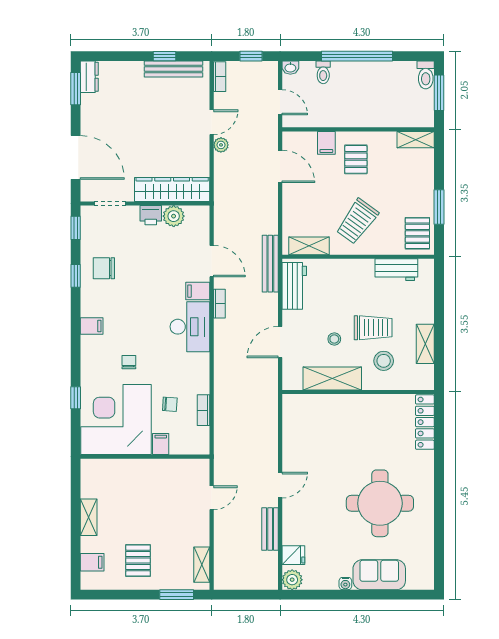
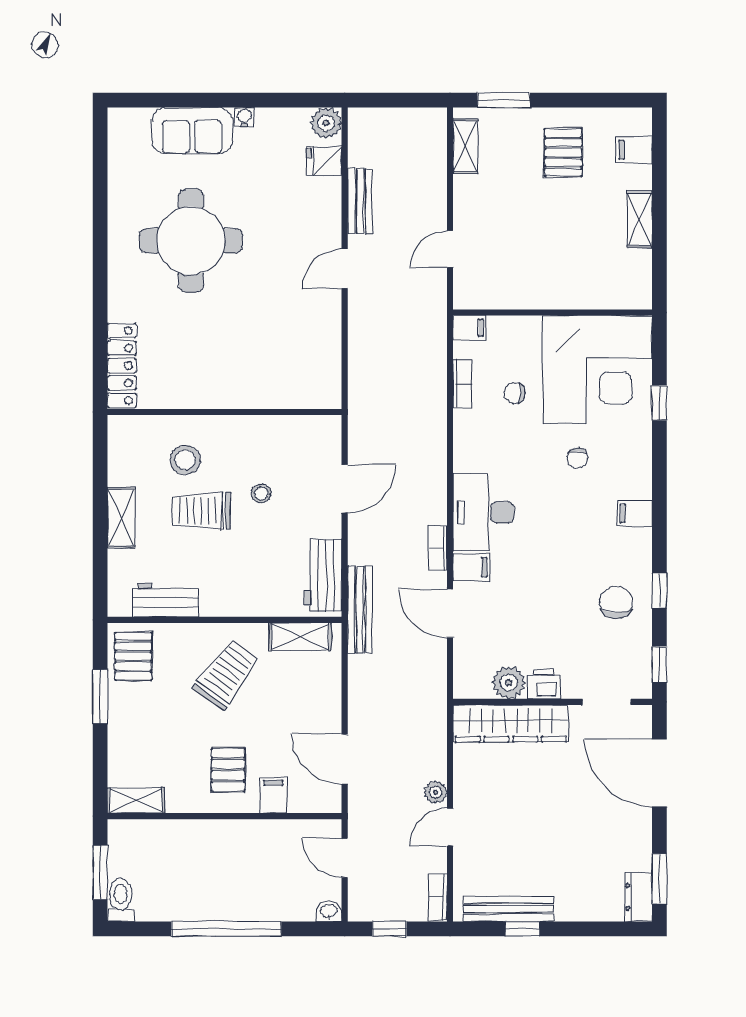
toilet: (323, 72) -> (278, 904), removed
chair: (104, 268) -> (616, 602), turned -90
shelving: (425, 344) -> (121, 518), moved
shelving: (332, 378) -> (264, 433), removed
filing cabinet: (161, 444) -> (469, 328), moved, turned -90

